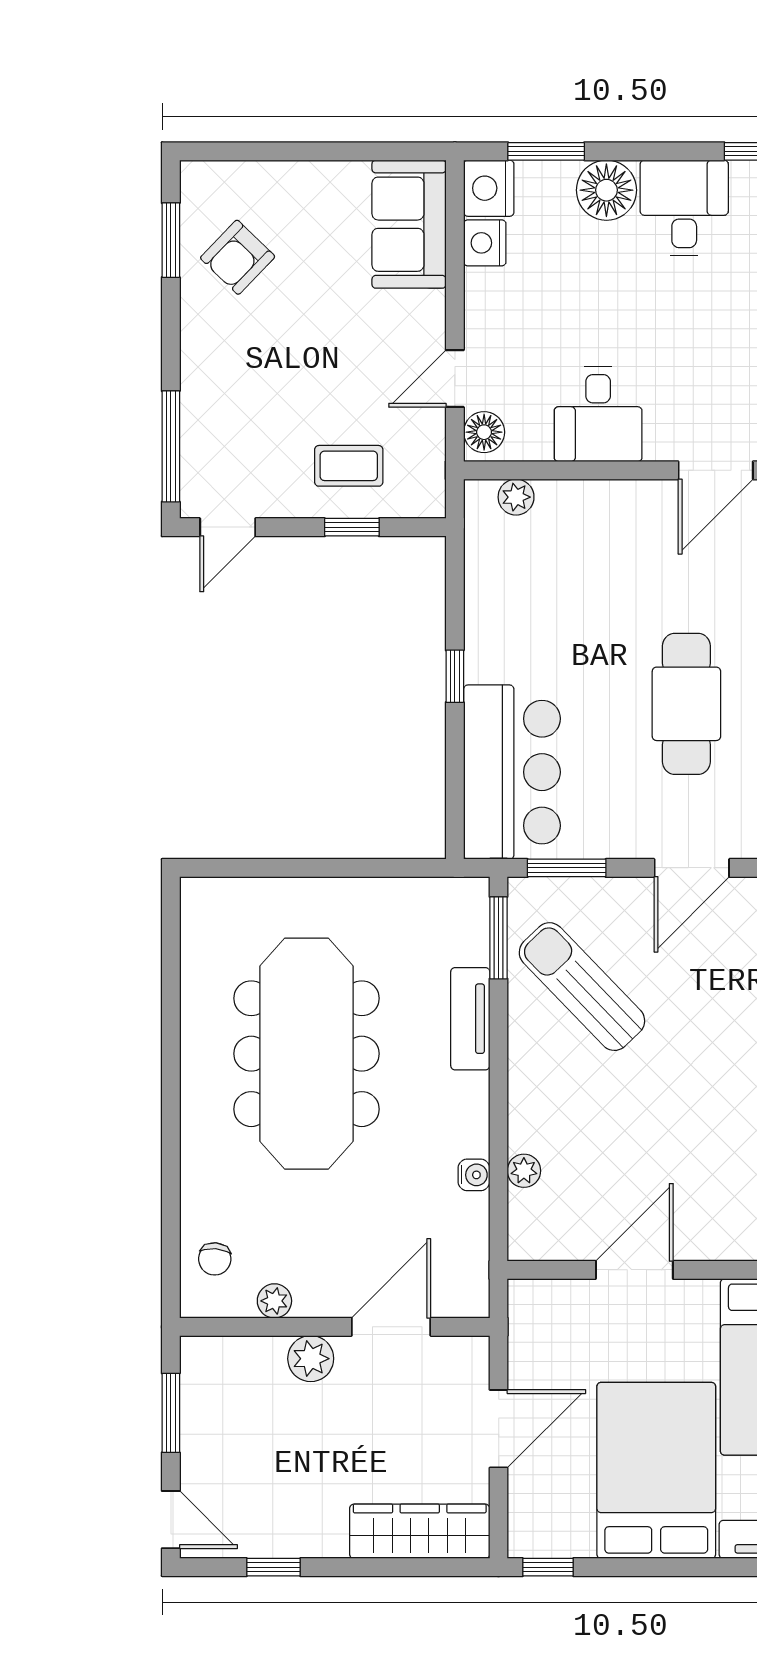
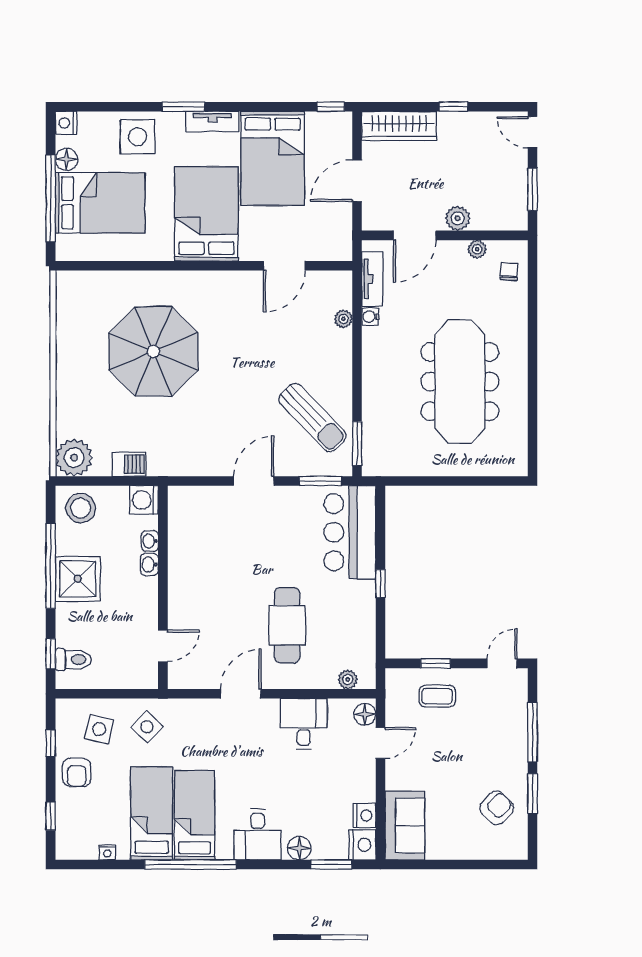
floor lamp: (606, 190) -> (299, 848), width x0.73, depth x0.73
window: (171, 240) -> (532, 794), moved
window: (171, 446) -> (532, 732), moved
cafe table: (686, 704) -> (287, 625), moved
tv unit: (470, 1019) -> (372, 279), moved
window: (273, 1567) -> (453, 107), moved

